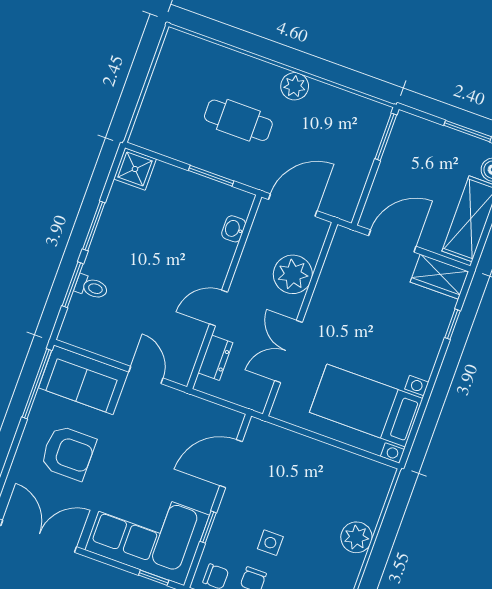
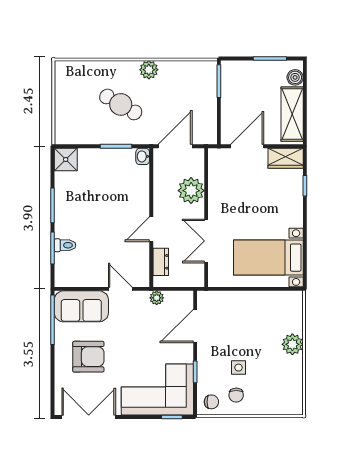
cafe table: (238, 120) -> (121, 104), turned 30
washbasin: (234, 229) -> (143, 156), moved
plant: (192, 405) -> (157, 298), added

